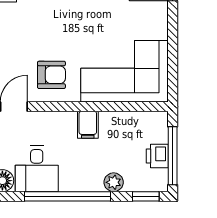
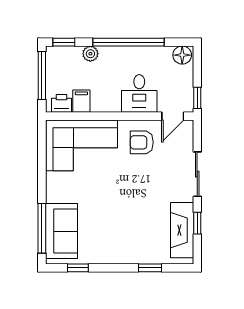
filing cabinet: (88, 125) -> (81, 101), moved
printer: (157, 156) -> (62, 103), moved, turned -90
desk: (37, 169) -> (139, 93), moved, turned 180

